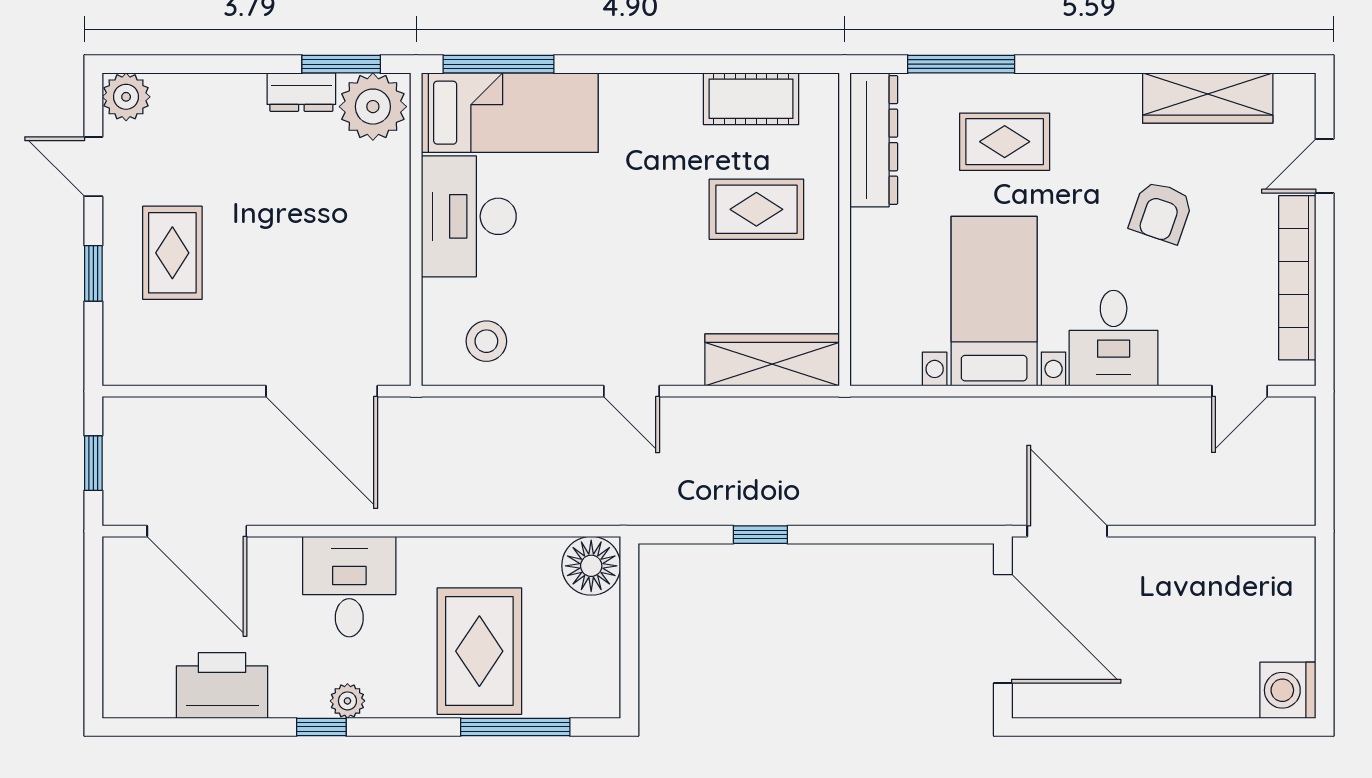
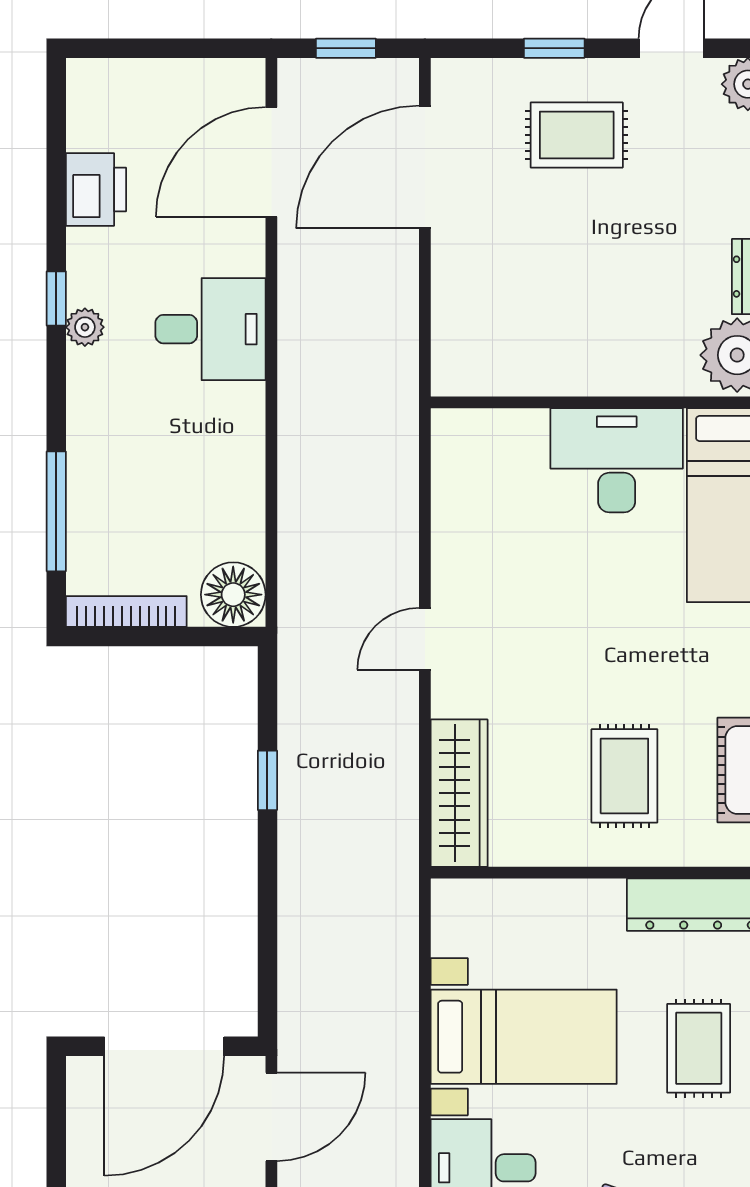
stool: (486, 341) -> (480, 480), removed
door: (322, 391) -> (425, 167), moved
rug: (479, 651) -> (140, 472), removed
bookcase: (607, 663) -> (126, 611), added
printer: (222, 685) -> (96, 189), width x0.73, depth x0.84

